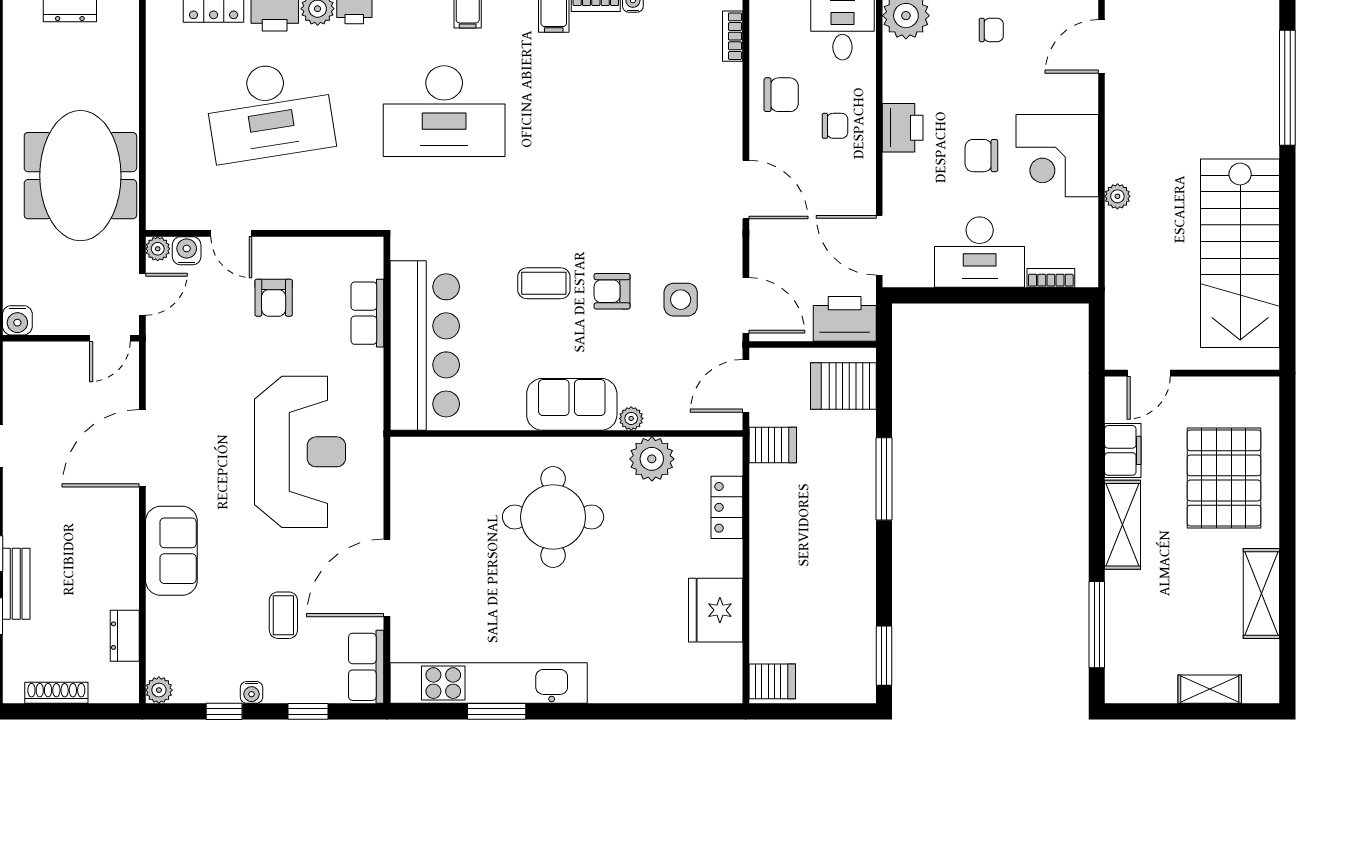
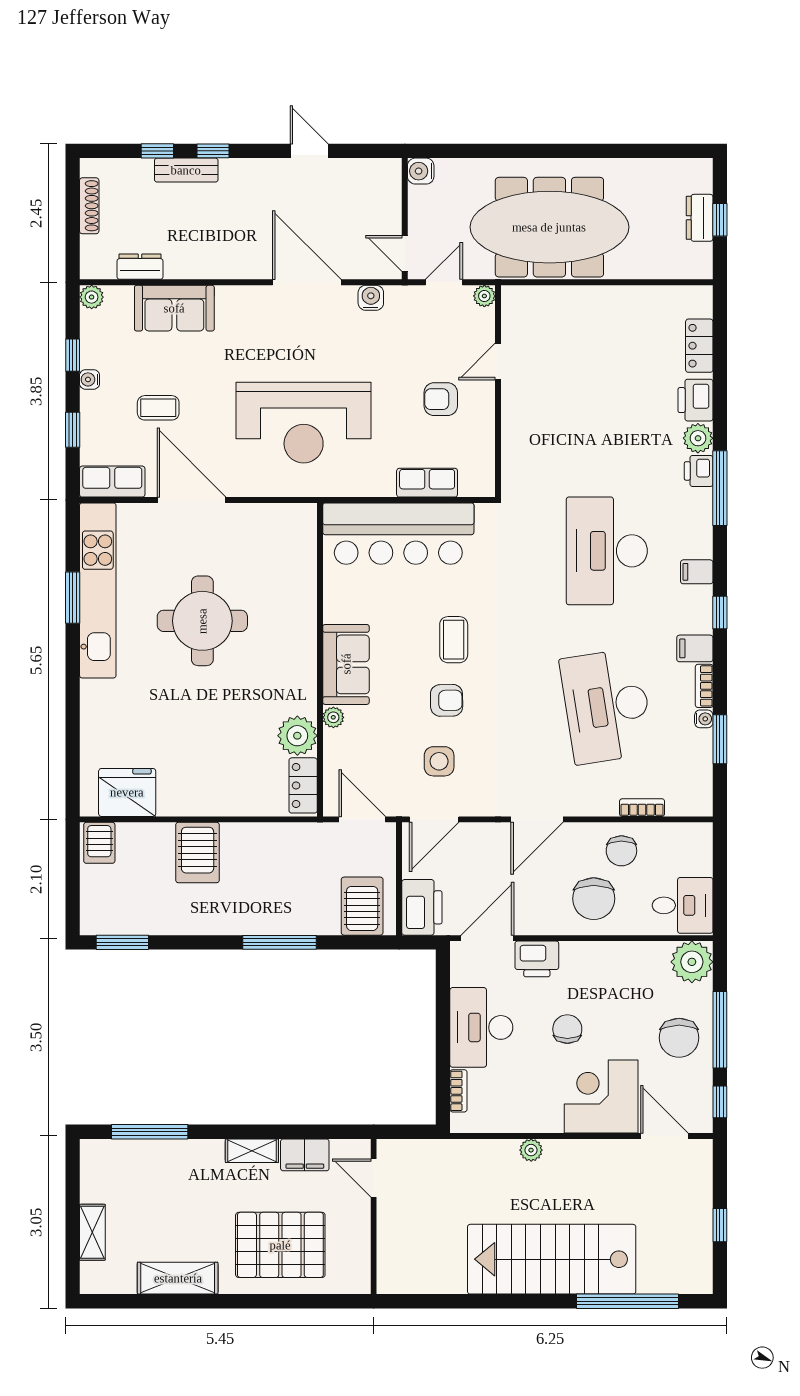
chair: (991, 30) -> (679, 1038), width x1.87, depth x1.87
bookcase: (733, 36) -> (642, 808), moved
desk: (270, 111) -> (607, 706), moved
chair: (835, 126) -> (594, 899), width x1.87, depth x1.87
printer: (903, 128) -> (537, 959), moved
corner desk: (1057, 156) -> (601, 1096), moved
meeting table: (80, 176) -> (549, 227), width x1.36
water cooler: (187, 251) -> (371, 298), moved, turned -90
stairs: (1240, 253) -> (552, 1259), moved
armchair: (612, 291) -> (447, 700), turned 89
door: (142, 294) -> (444, 282), swing flipped
server rack: (773, 445) -> (198, 853), moved, width x1.36, depth x1.44
locker: (727, 507) -> (303, 785), moved, turned -90
round table: (553, 517) -> (202, 621), moved
shelving: (1123, 525) -> (252, 1151), width x0.67, depth x0.75
sofa: (171, 551) -> (174, 308), moved
fridge: (716, 610) -> (127, 792), moved

